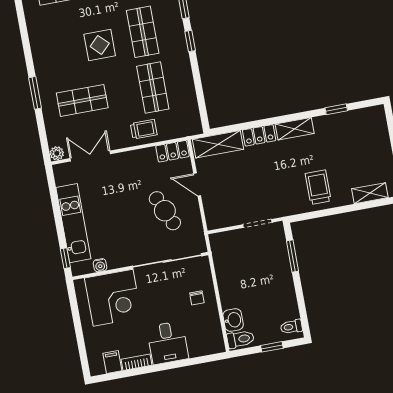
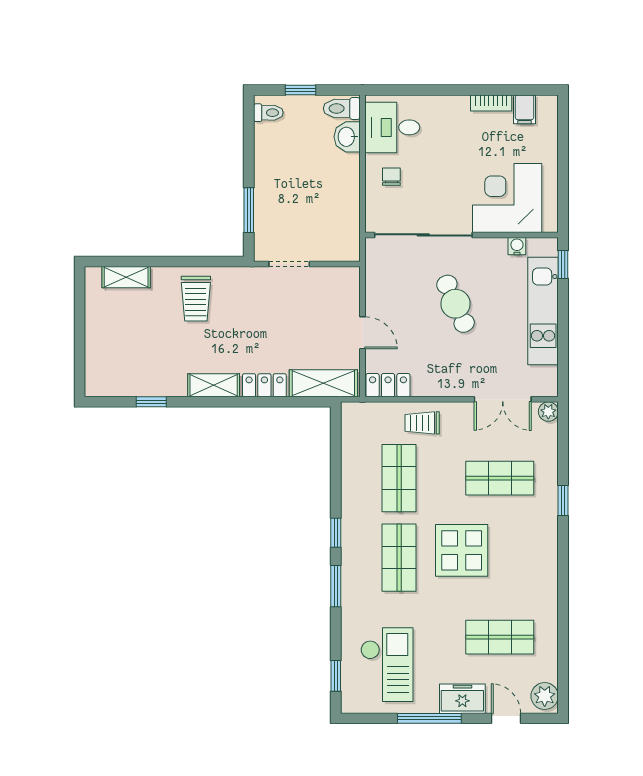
display table: (100, 45) -> (462, 550), width x1.36, depth x1.36
window: (35, 93) -> (563, 501), width x0.67
cafe table: (165, 211) -> (455, 304), moved
desk: (168, 343) -> (392, 127), moved, turned -90

